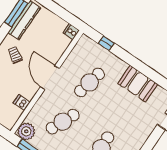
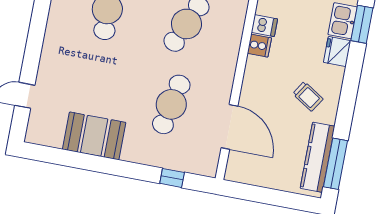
cooker: (71, 32) -> (259, 46), moved
door: (50, 78) -> (229, 127), moved

